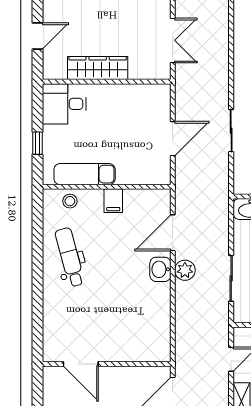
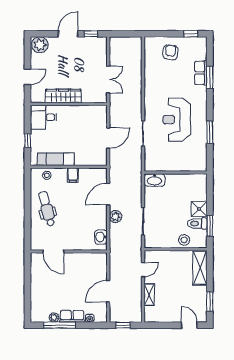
washbasin: (160, 269) -> (101, 237), moved
door: (81, 364) -> (53, 251), moved
wall: (107, 364) -> (69, 251), moved

